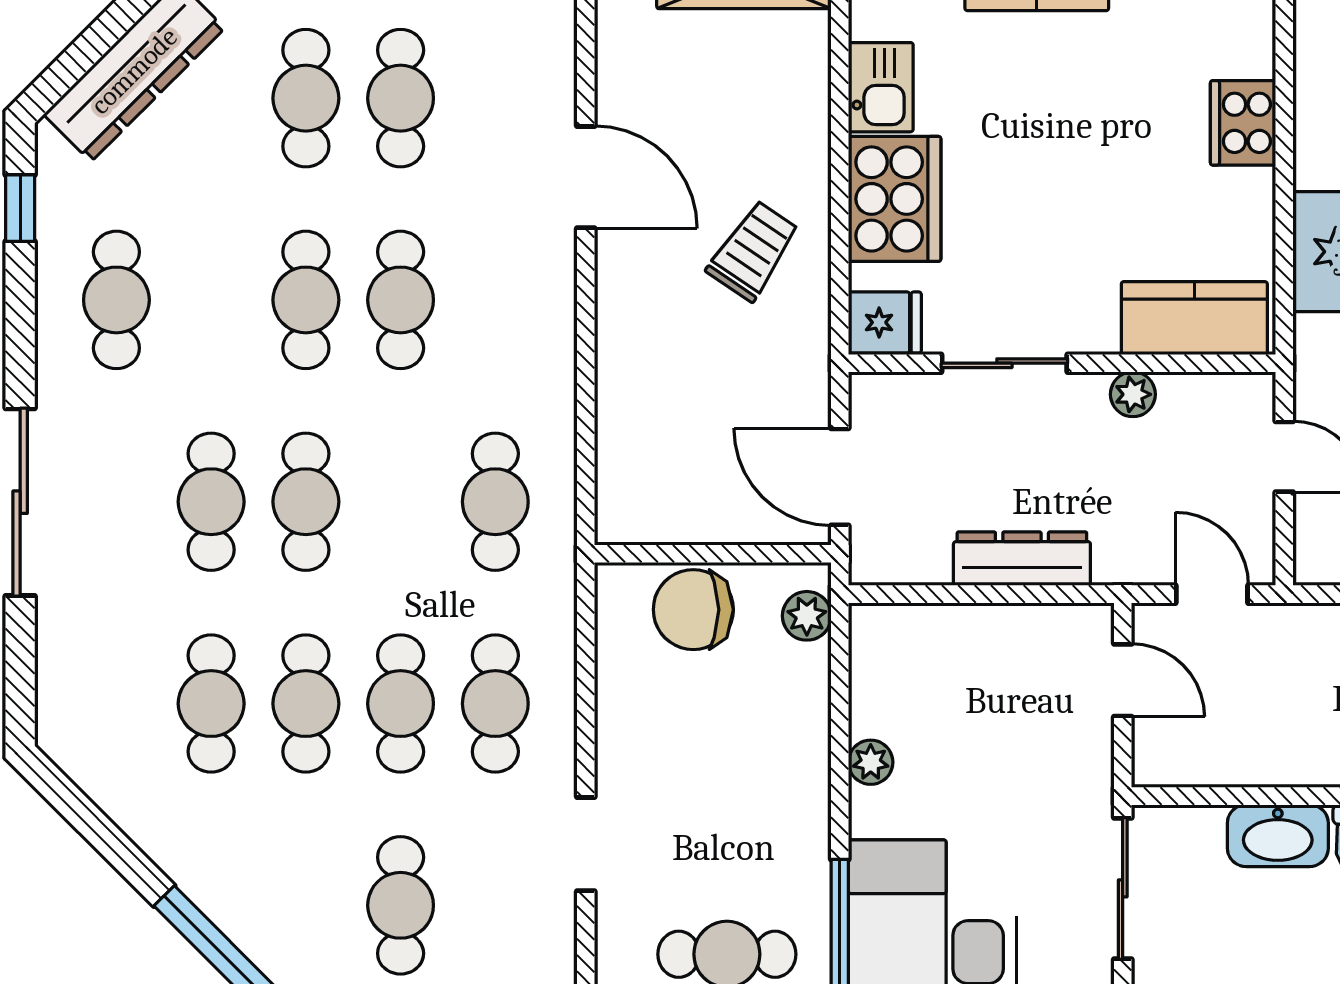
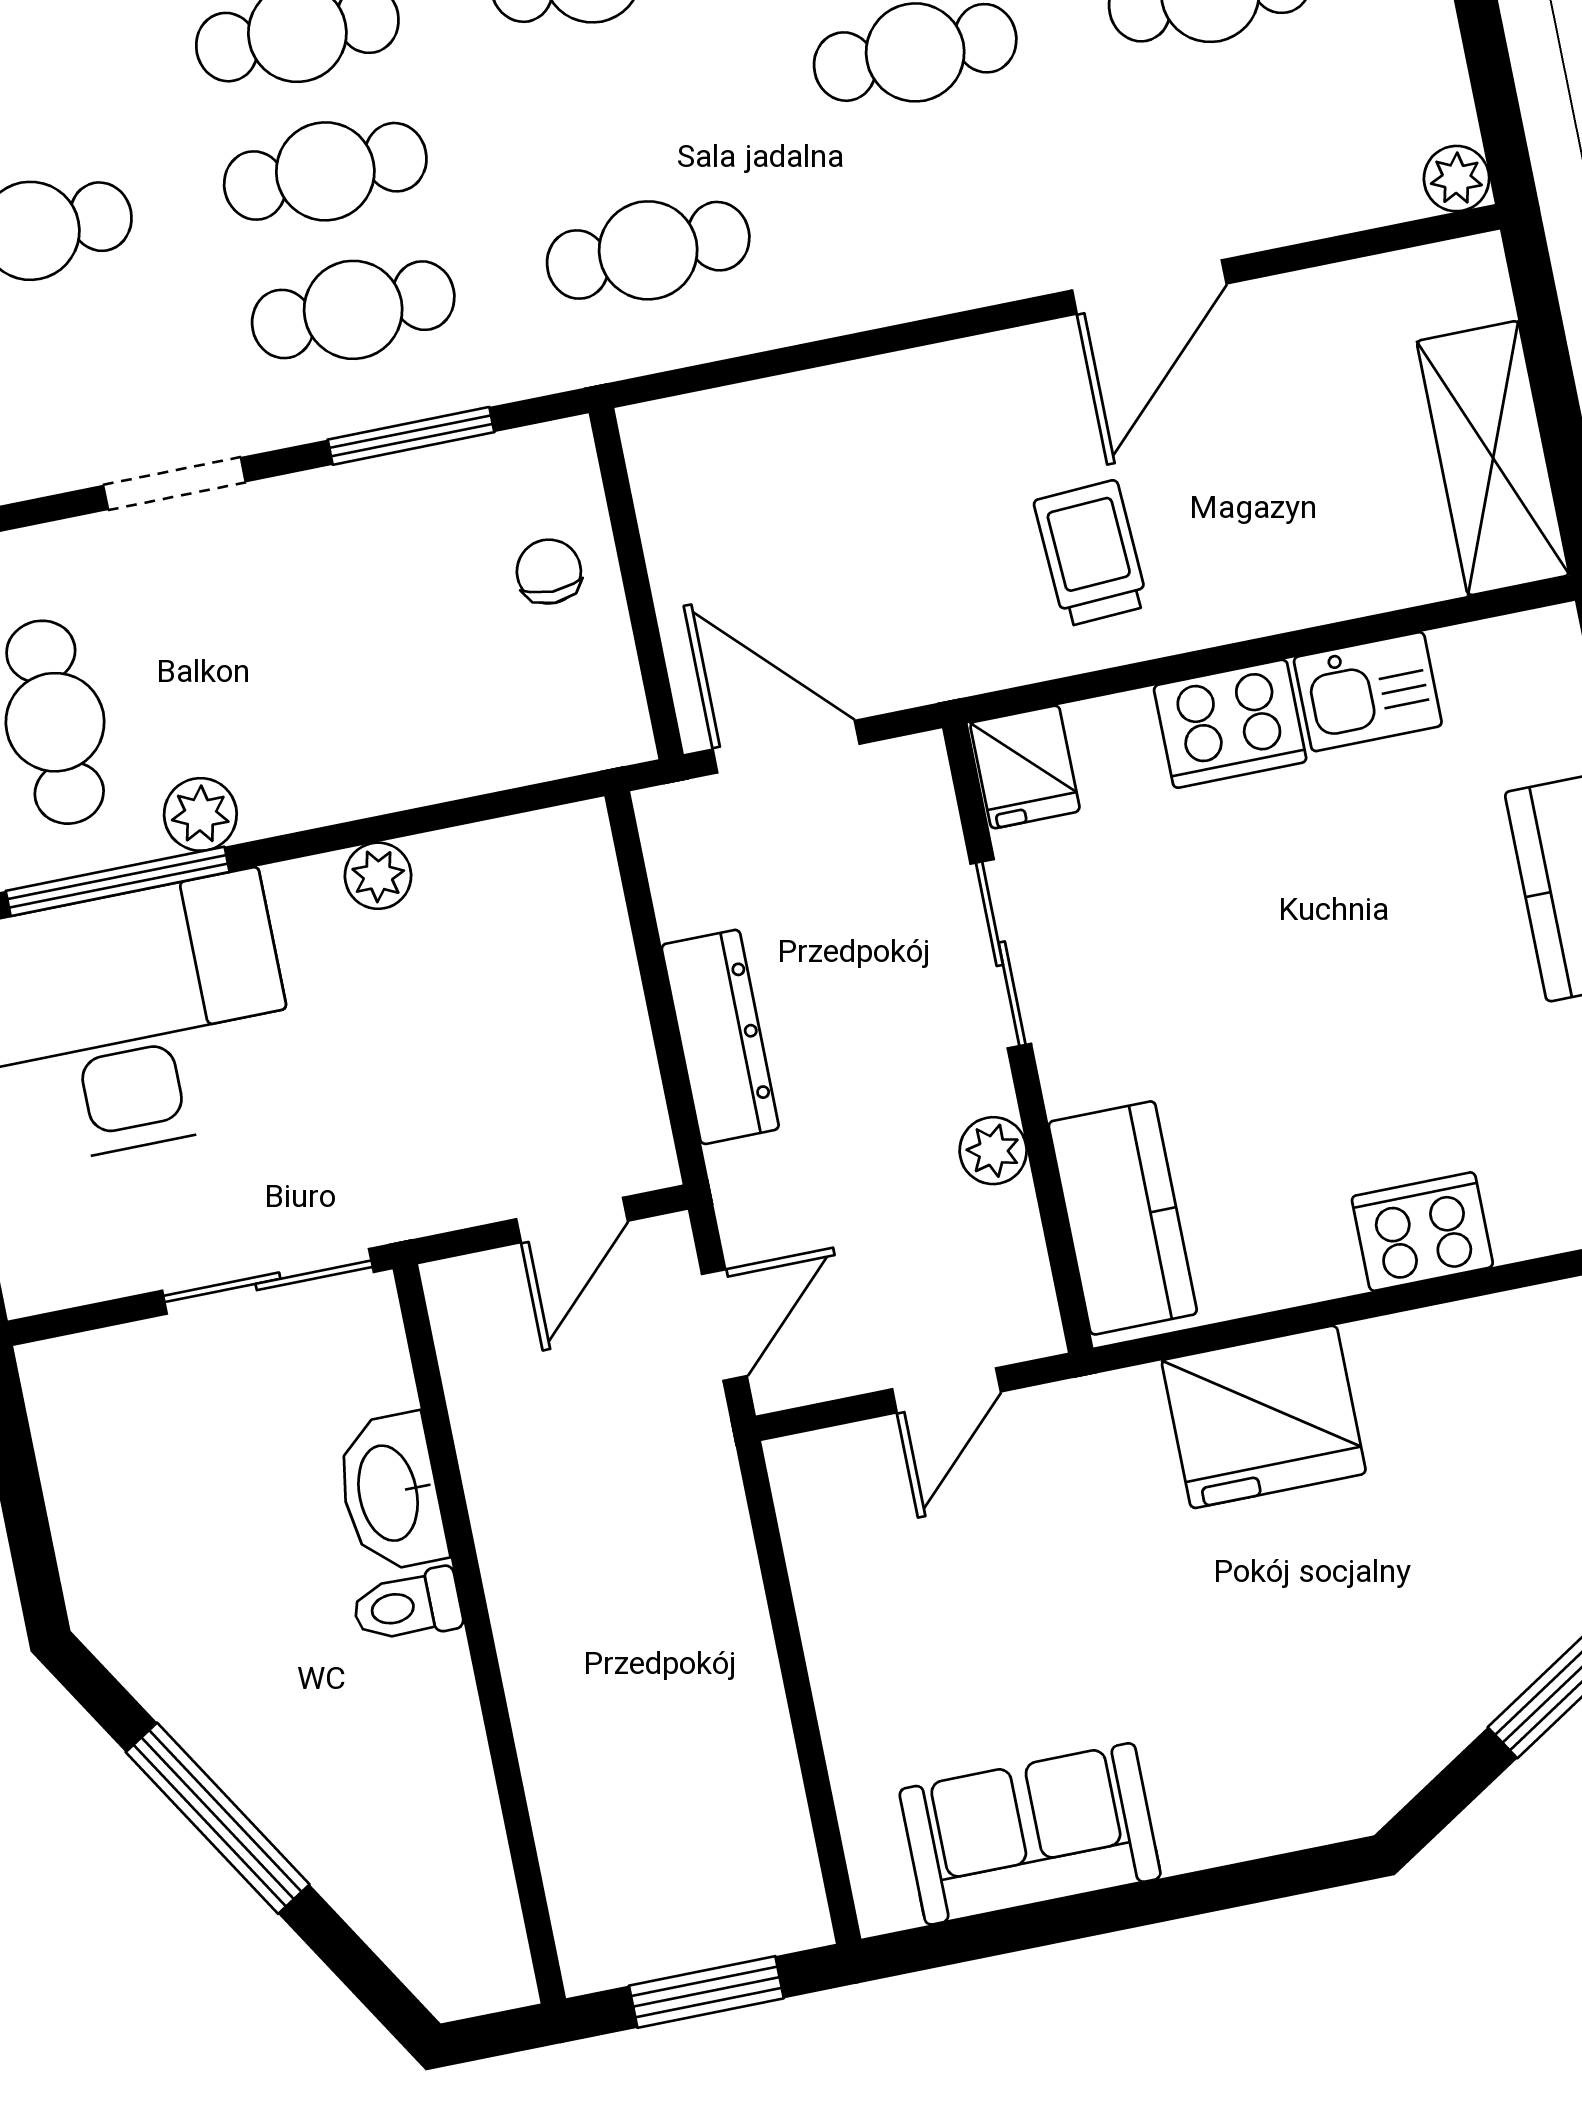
cooker: (895, 199) -> (1230, 724), width x0.73, depth x0.76
trolley: (753, 251) -> (1091, 553), turned -127
door: (840, 477) -> (786, 747), hinge flipped
chair: (693, 610) -> (549, 572), width x0.54, depth x0.54
plant: (807, 616) -> (200, 814), moved
window: (586, 682) -> (411, 436), added

